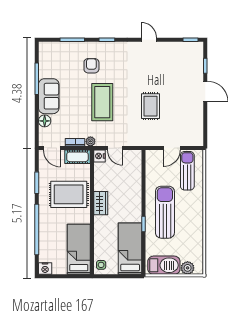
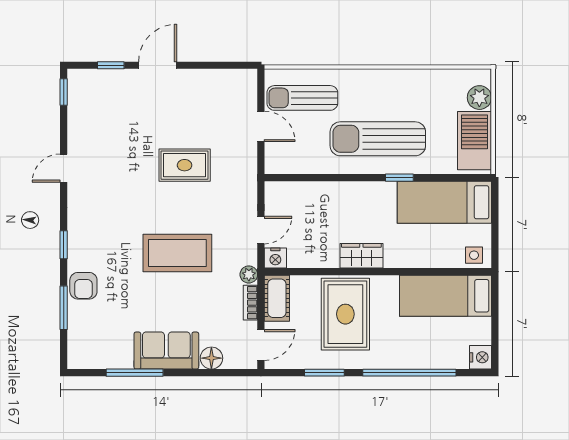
armchair: (91, 66) -> (83, 286), moved, turned -90

